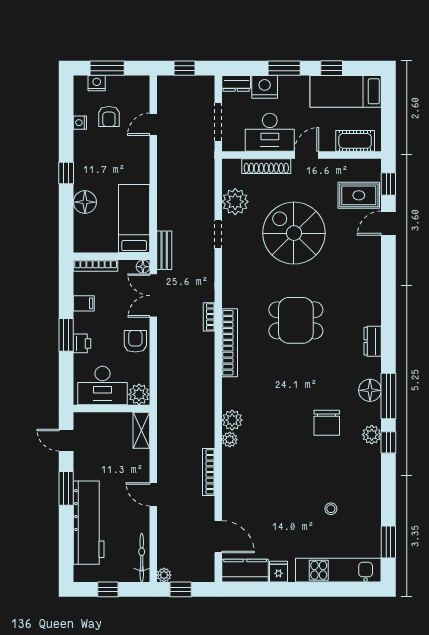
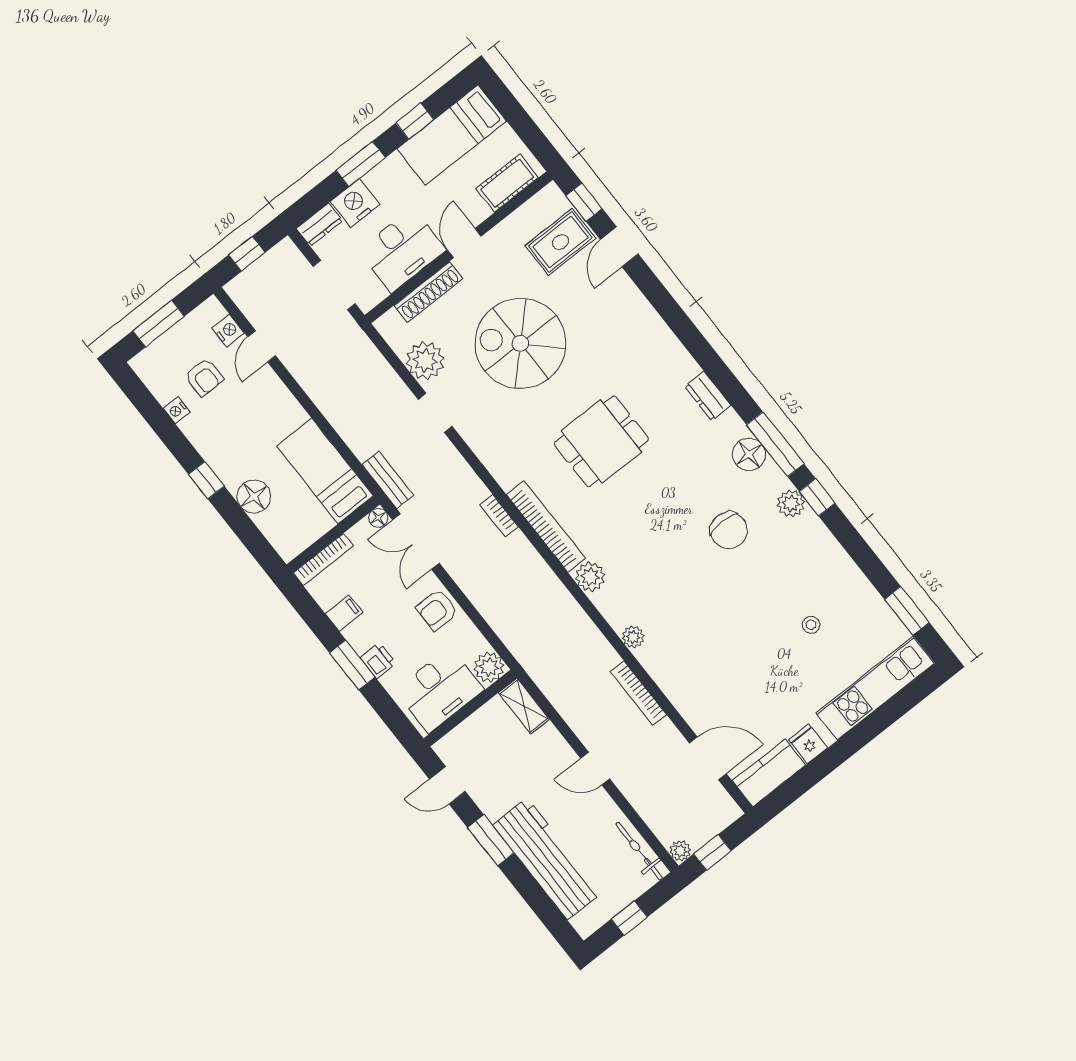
nightstand: (97, 83) -> (228, 331), moved, turned 90
armchair: (135, 341) -> (437, 610), turned -90
plant: (232, 420) -> (590, 577), moved

